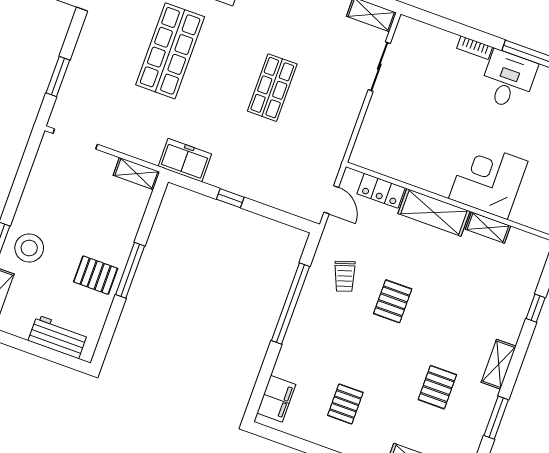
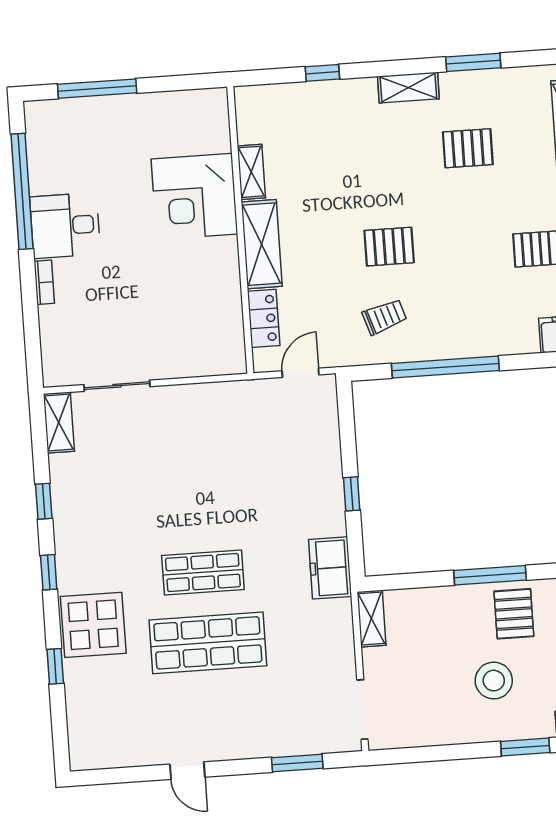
shop shelf: (272, 88) -> (203, 572), moved
stool: (29, 248) -> (494, 681), moved

